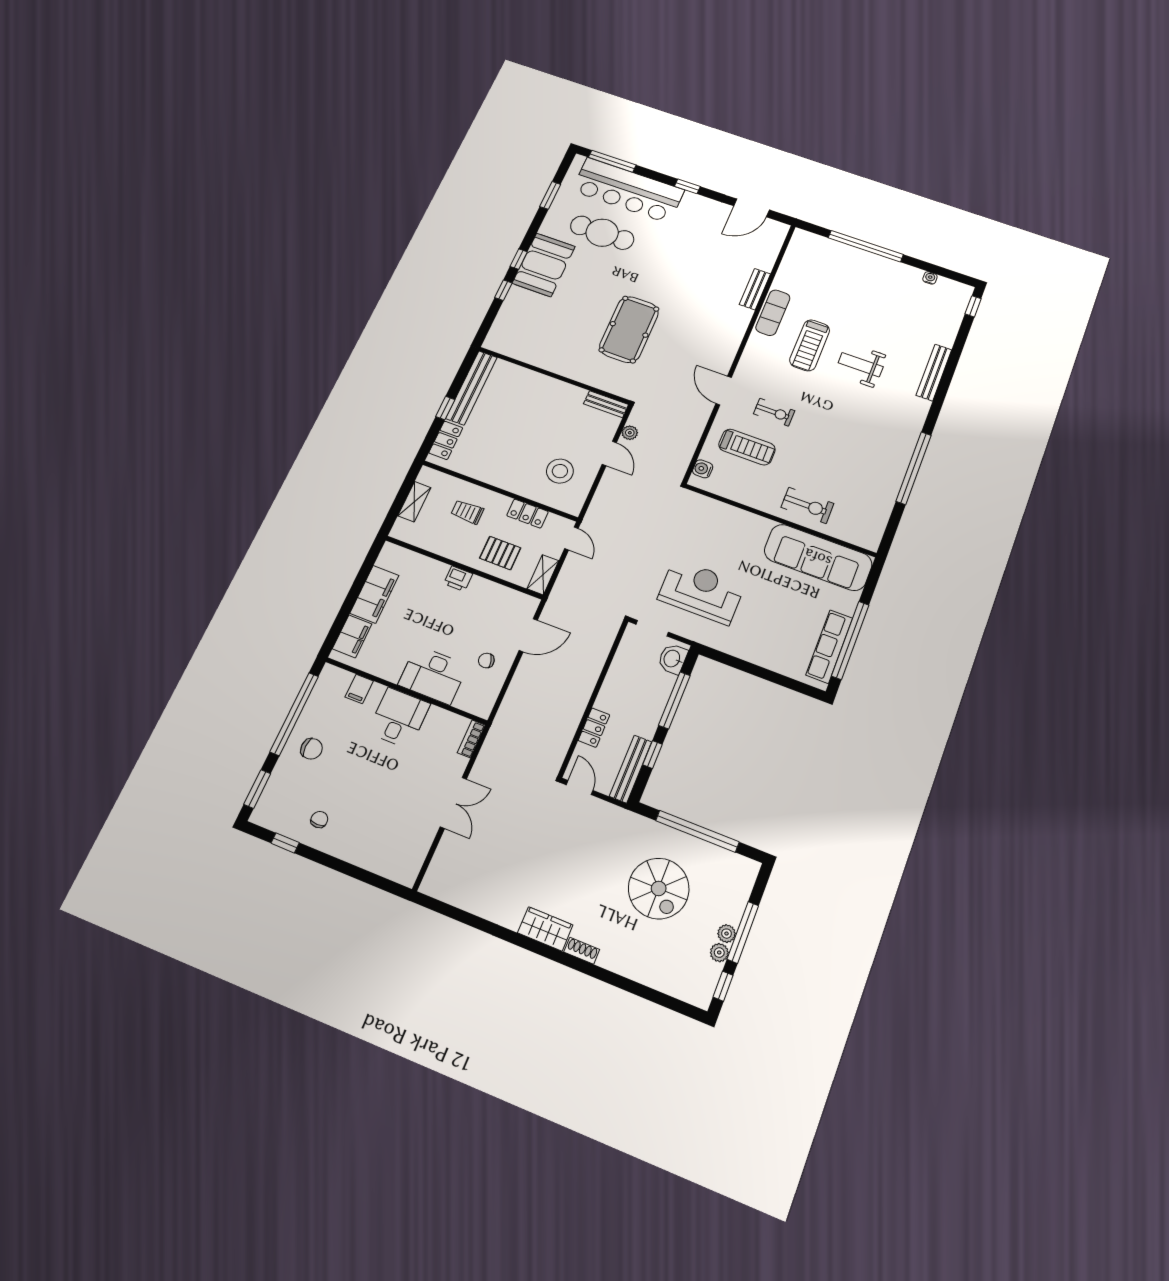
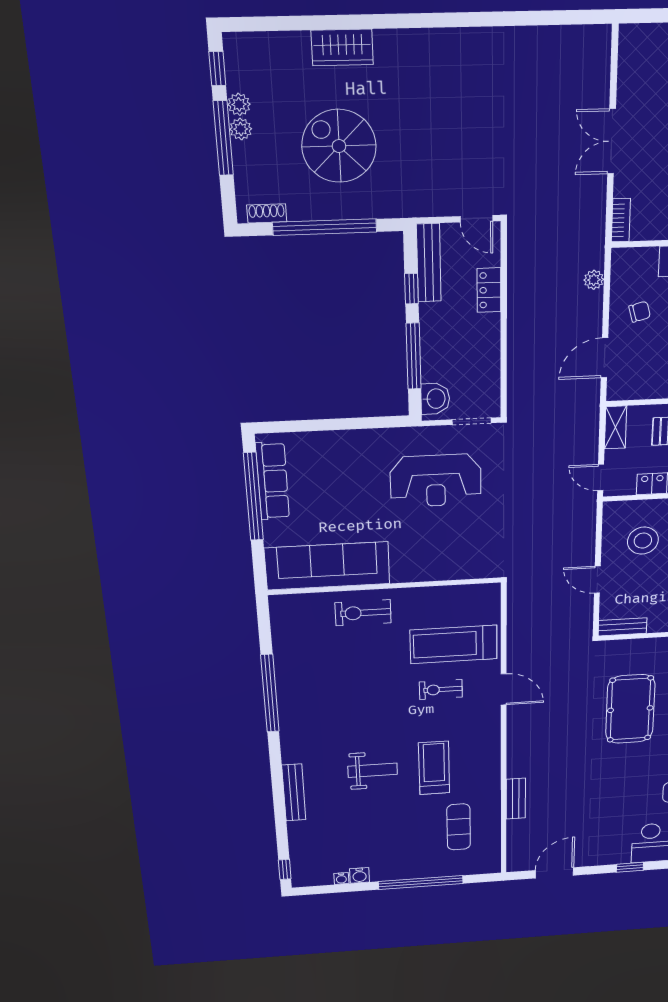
exercise mat: (773, 313) -> (459, 827), moved
plant: (630, 433) -> (594, 280), moved
treadmill: (747, 447) -> (454, 644), width x1.37, depth x1.38
water cooler: (703, 469) -> (360, 875), moved, turned 90
wardrobe: (545, 929) -> (342, 47), moved
shoe rack: (582, 951) -> (267, 213), moved, turned 180

